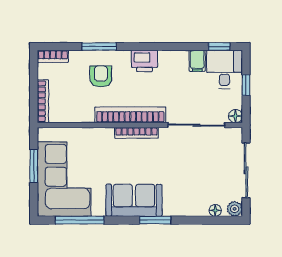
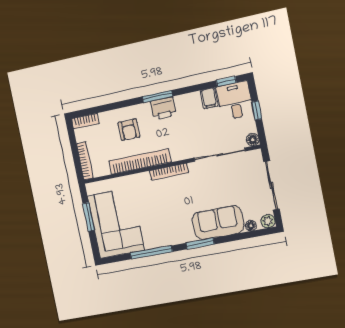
window: (99, 47) -> (158, 96), moved
armchair: (101, 76) -> (129, 130), turned 180
bookcase: (130, 115) -> (140, 162), moved
sofa: (134, 200) -> (218, 223), moved
window: (79, 220) -> (151, 252), moved

